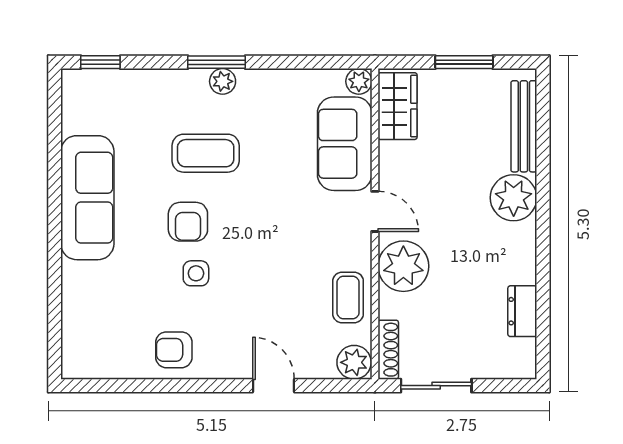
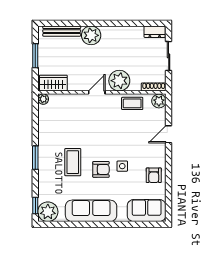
plant: (223, 81) -> (48, 212), moved, width x1.87, depth x1.87
sofa: (345, 144) -> (147, 211), moved, turned 180
dresser: (522, 311) -> (155, 32), moved
sliding door: (436, 386) -> (169, 56), moved

